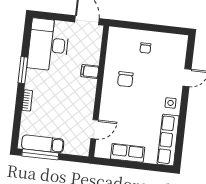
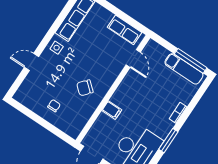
chair: (125, 79) -> (85, 88), turned -139
door: (94, 129) -> (133, 59), swing flipped
row of seats: (128, 153) -> (125, 30), moved

